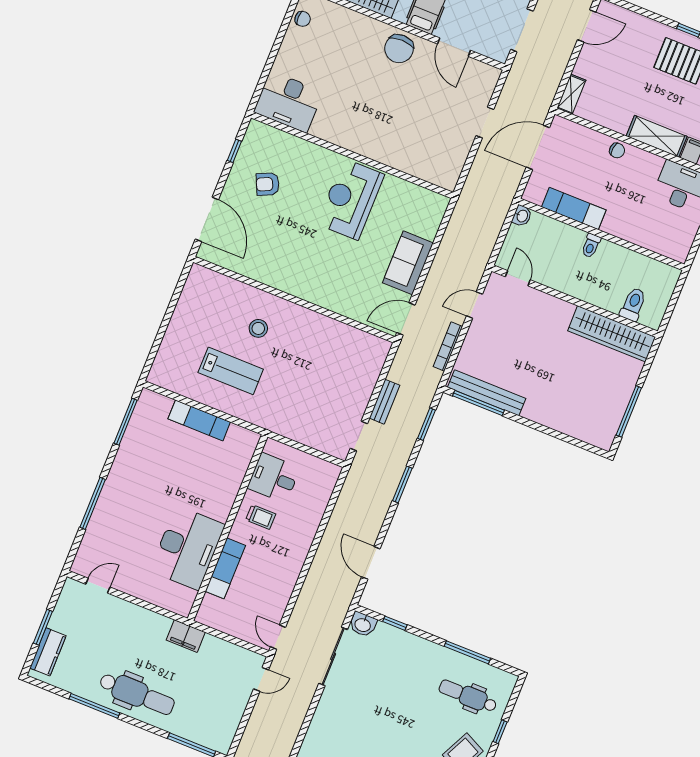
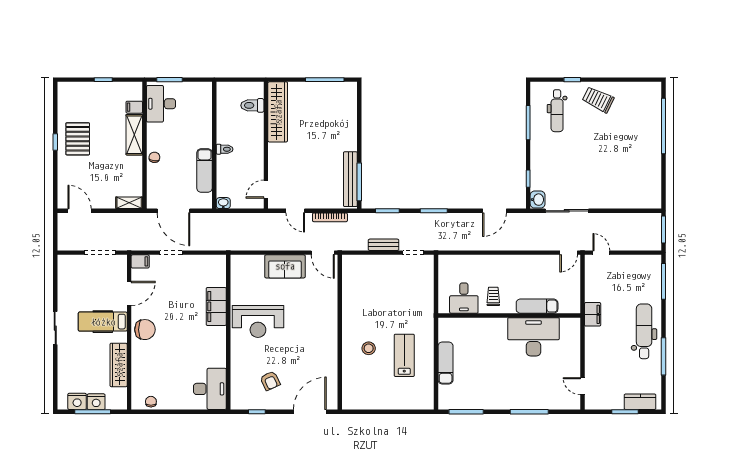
filing cabinet: (490, 78) -> (140, 261), added
filing cabinet: (392, 153) -> (216, 306), added

